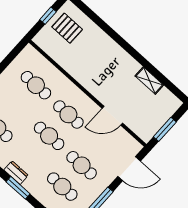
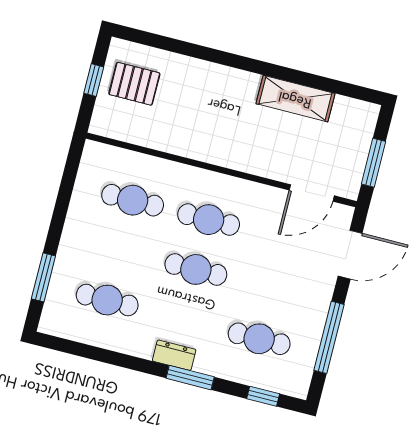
shelving: (149, 81) -> (295, 99), width x1.50, depth x1.33
door: (112, 116) -> (312, 193), moved
cafe table: (82, 165) -> (272, 289), removed

